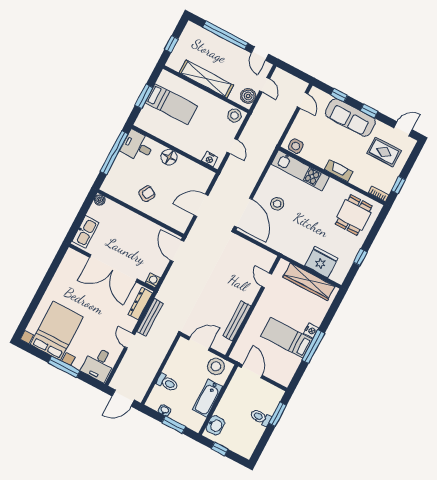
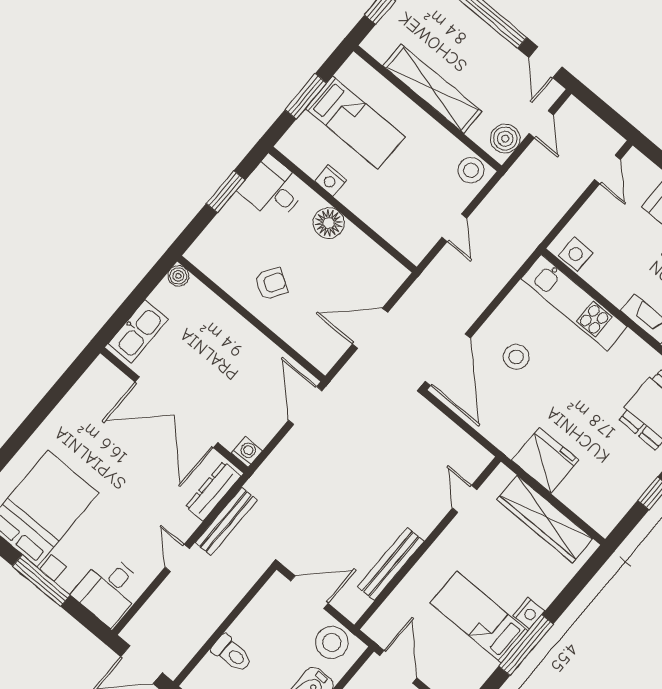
window: (114, 153) -> (226, 192), width x0.47
nightstand: (210, 159) -> (331, 180), moved
fridge: (321, 262) -> (545, 460), moved

